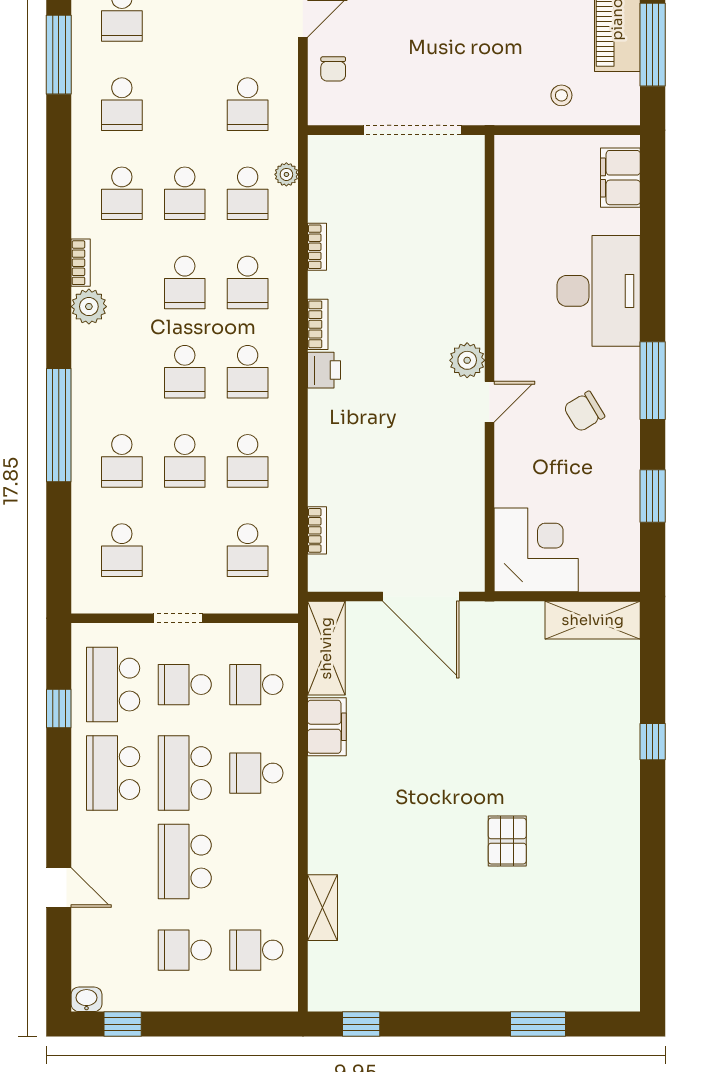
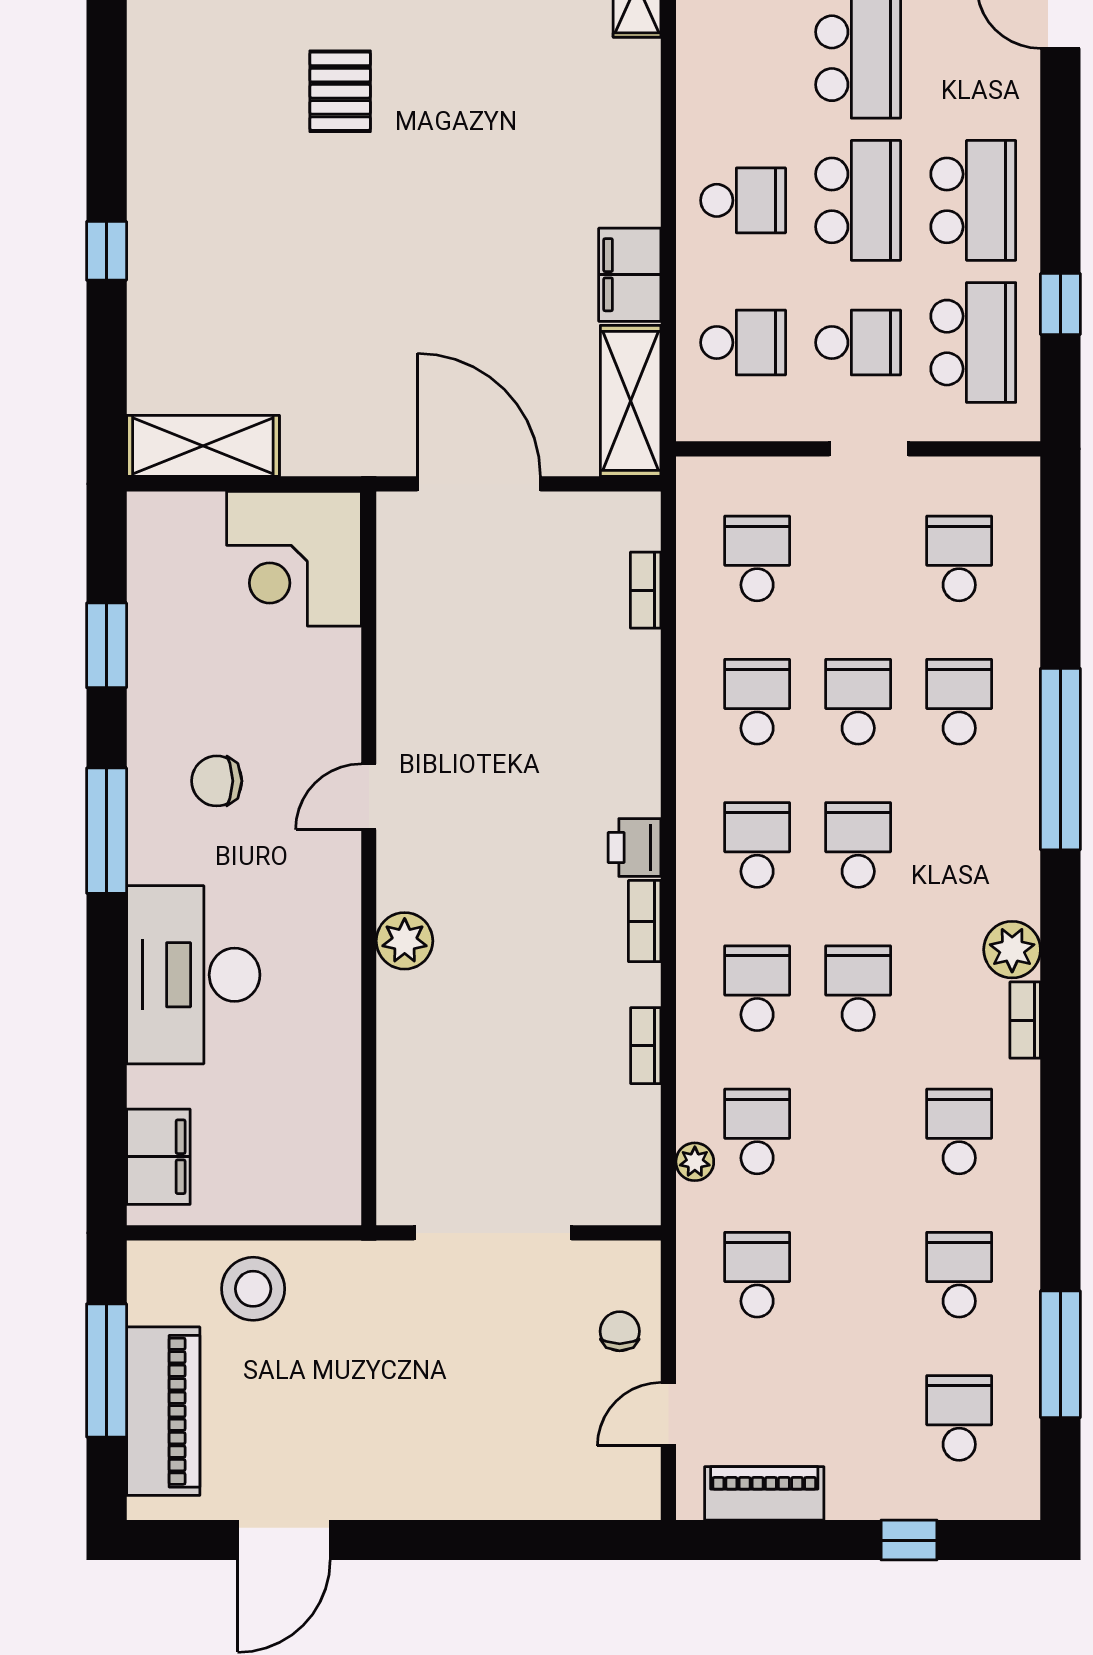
stool: (561, 95) -> (253, 1289), width x1.89, depth x1.89
school desk: (185, 193) -> (858, 1131), removed
plant: (467, 360) -> (405, 941), moved
chair: (584, 412) -> (217, 781), turned -149

